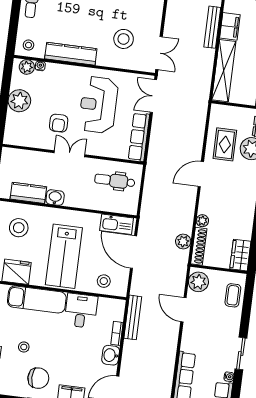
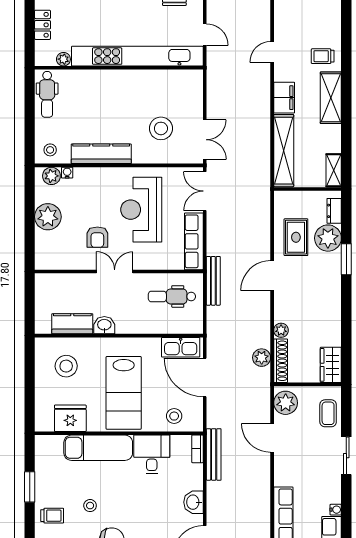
bench: (212, 27) -> (213, 281), moved
bookcase: (117, 333) -> (197, 449), moved
sliding door: (241, 354) -> (346, 456), moved

